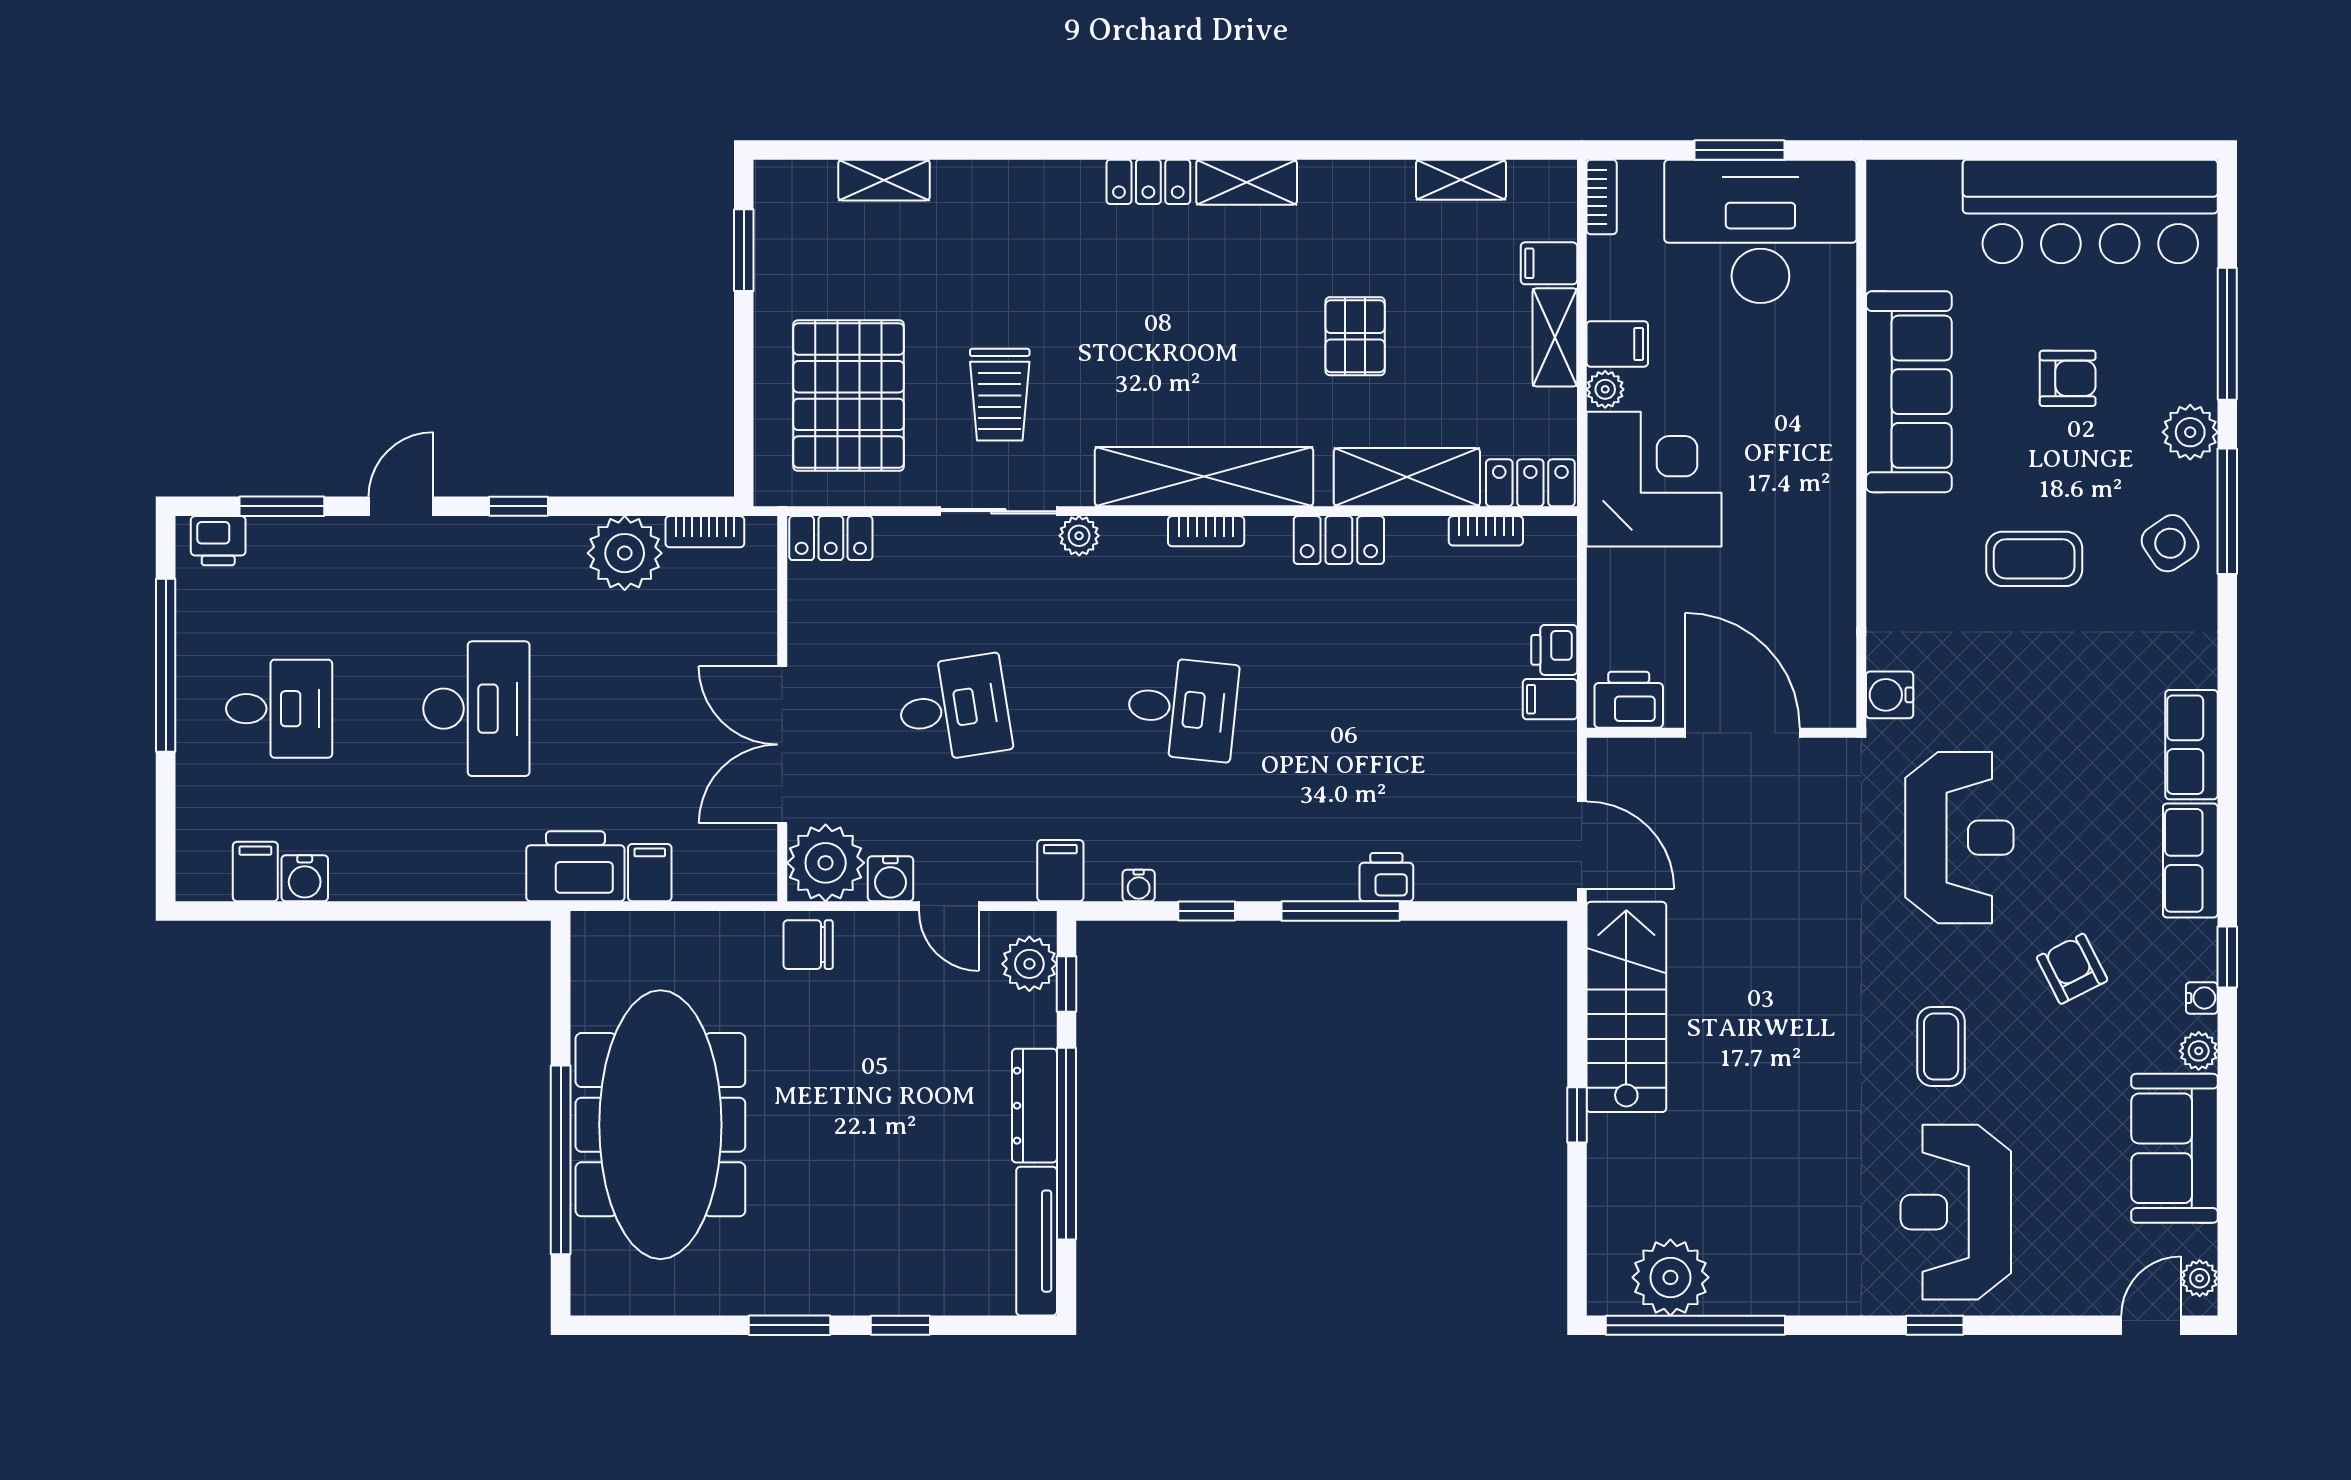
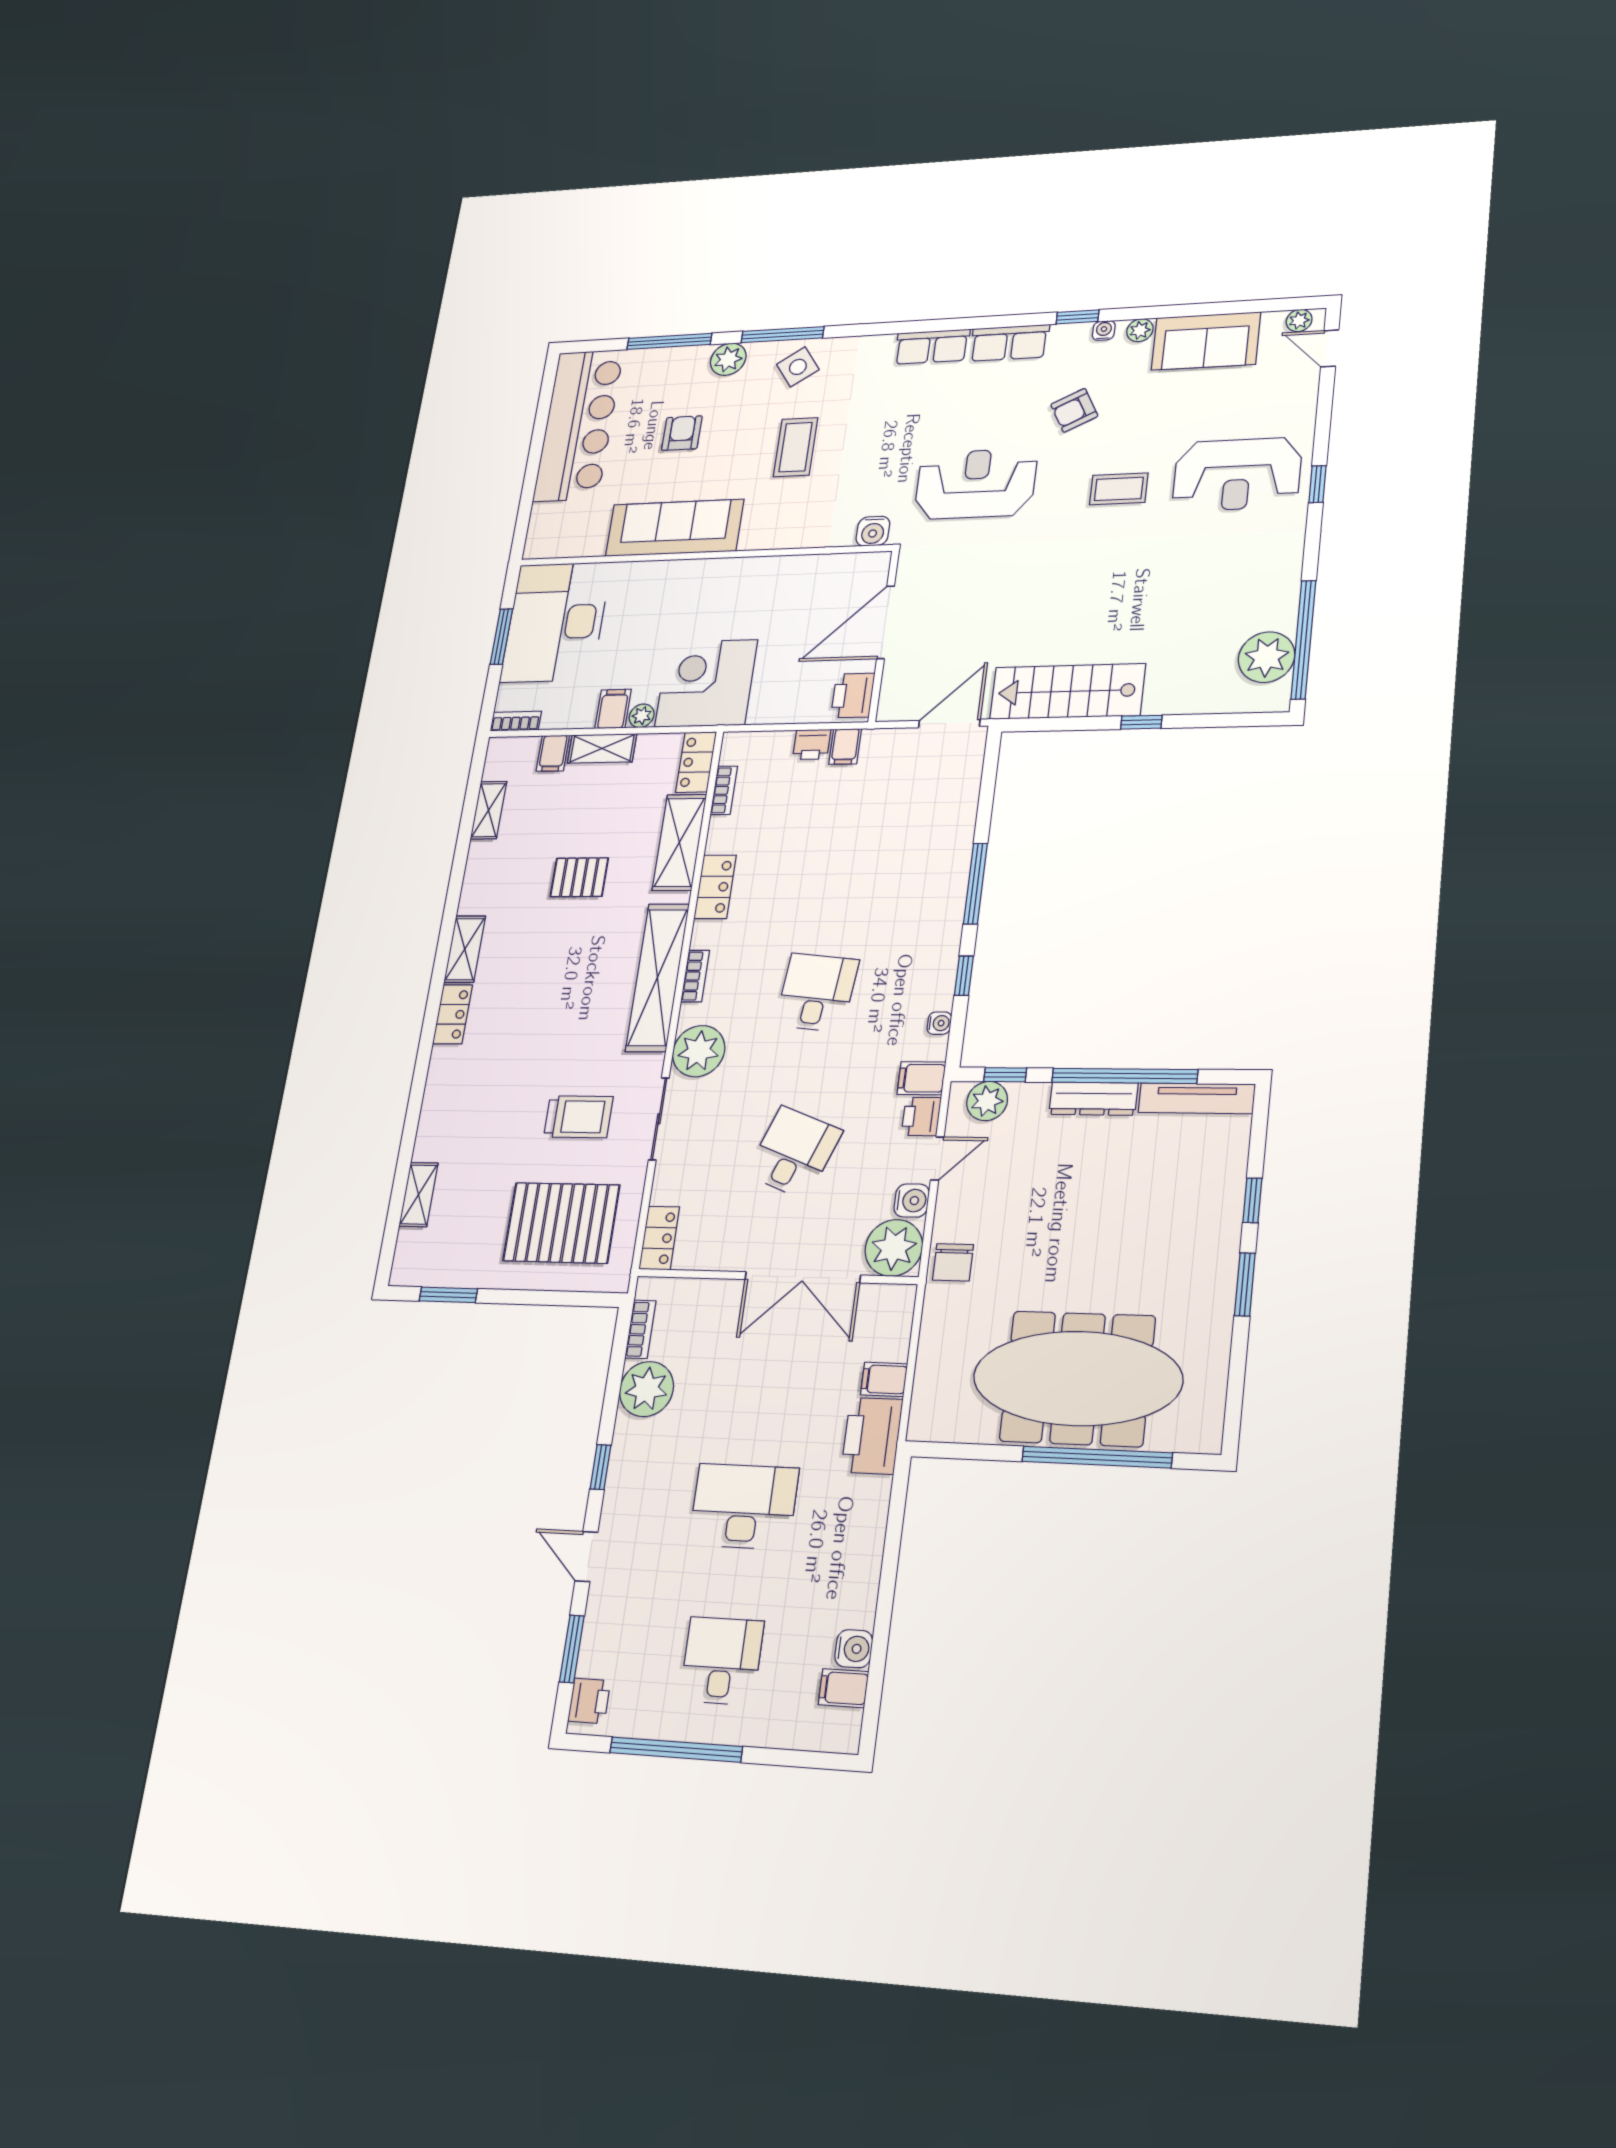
plant: (1079, 536) -> (699, 1051), width x1.87, depth x1.87
desk: (954, 709) -> (794, 1153), turned 30
printer: (1386, 877) -> (921, 1116), moved

